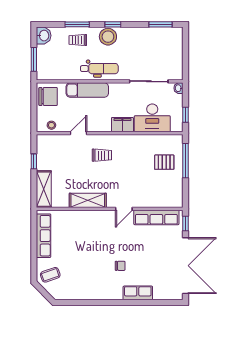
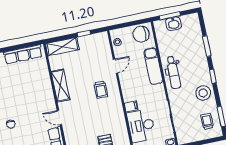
washbasin: (44, 36) -> (173, 24), moved
stool: (108, 37) -> (203, 93), moved
trolley: (78, 40) -> (207, 121), moved
chair: (48, 96) -> (141, 34), turned 90
filing cabinet: (122, 125) -> (131, 106), width x0.50
door: (78, 133) -> (115, 66), hinge flipped

